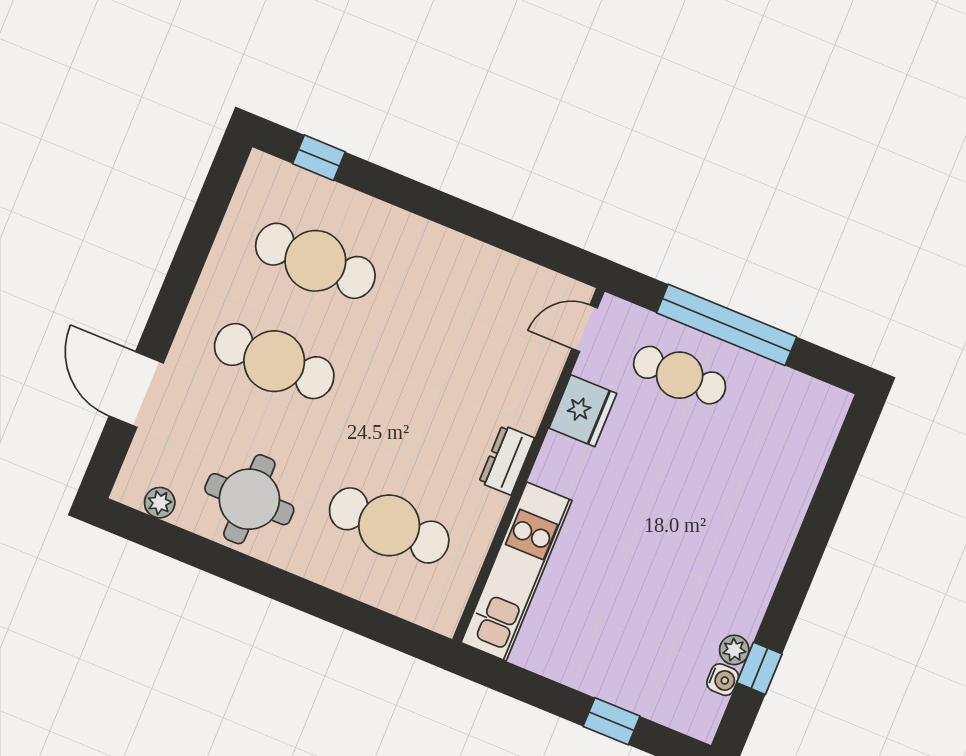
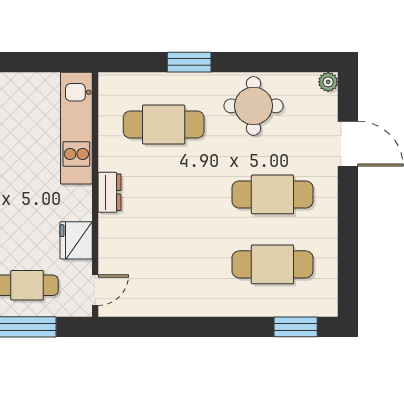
window: (319, 158) -> (296, 327), width x1.50
plant: (160, 503) -> (328, 82), moved
window: (316, 600) -> (189, 62), added

